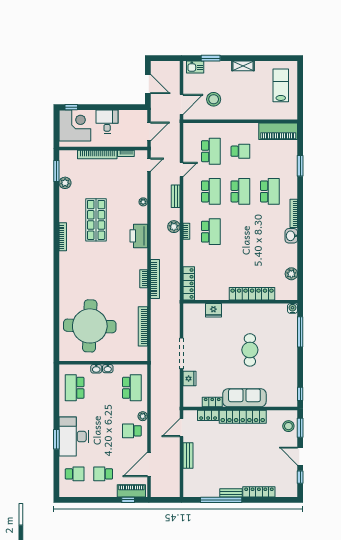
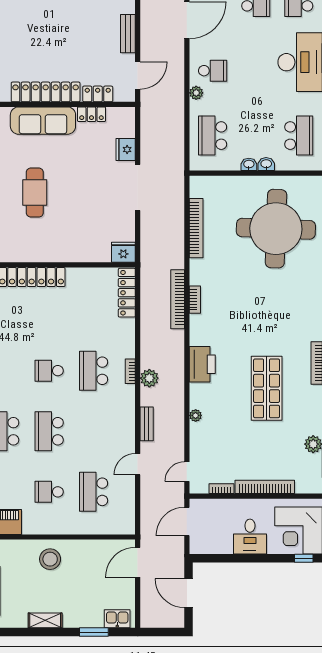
stool: (214, 99) -> (50, 559), moved
school desk: (211, 191) -> (49, 371), moved, width x0.54
fridge: (213, 310) -> (123, 252), moved

